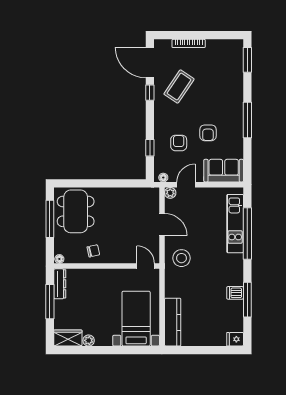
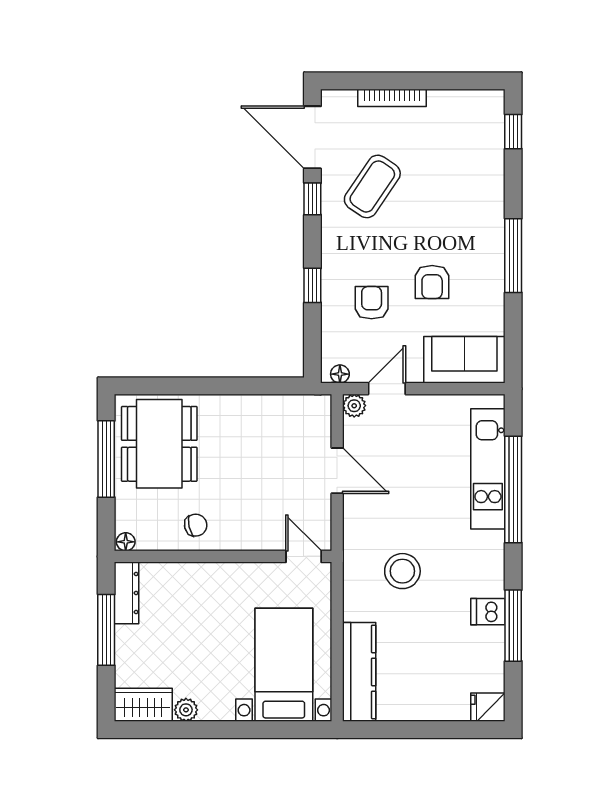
window: (247, 60) -> (513, 132), width x0.67
window: (150, 148) -> (312, 285), moved
stool: (181, 258) -> (402, 571), moved

